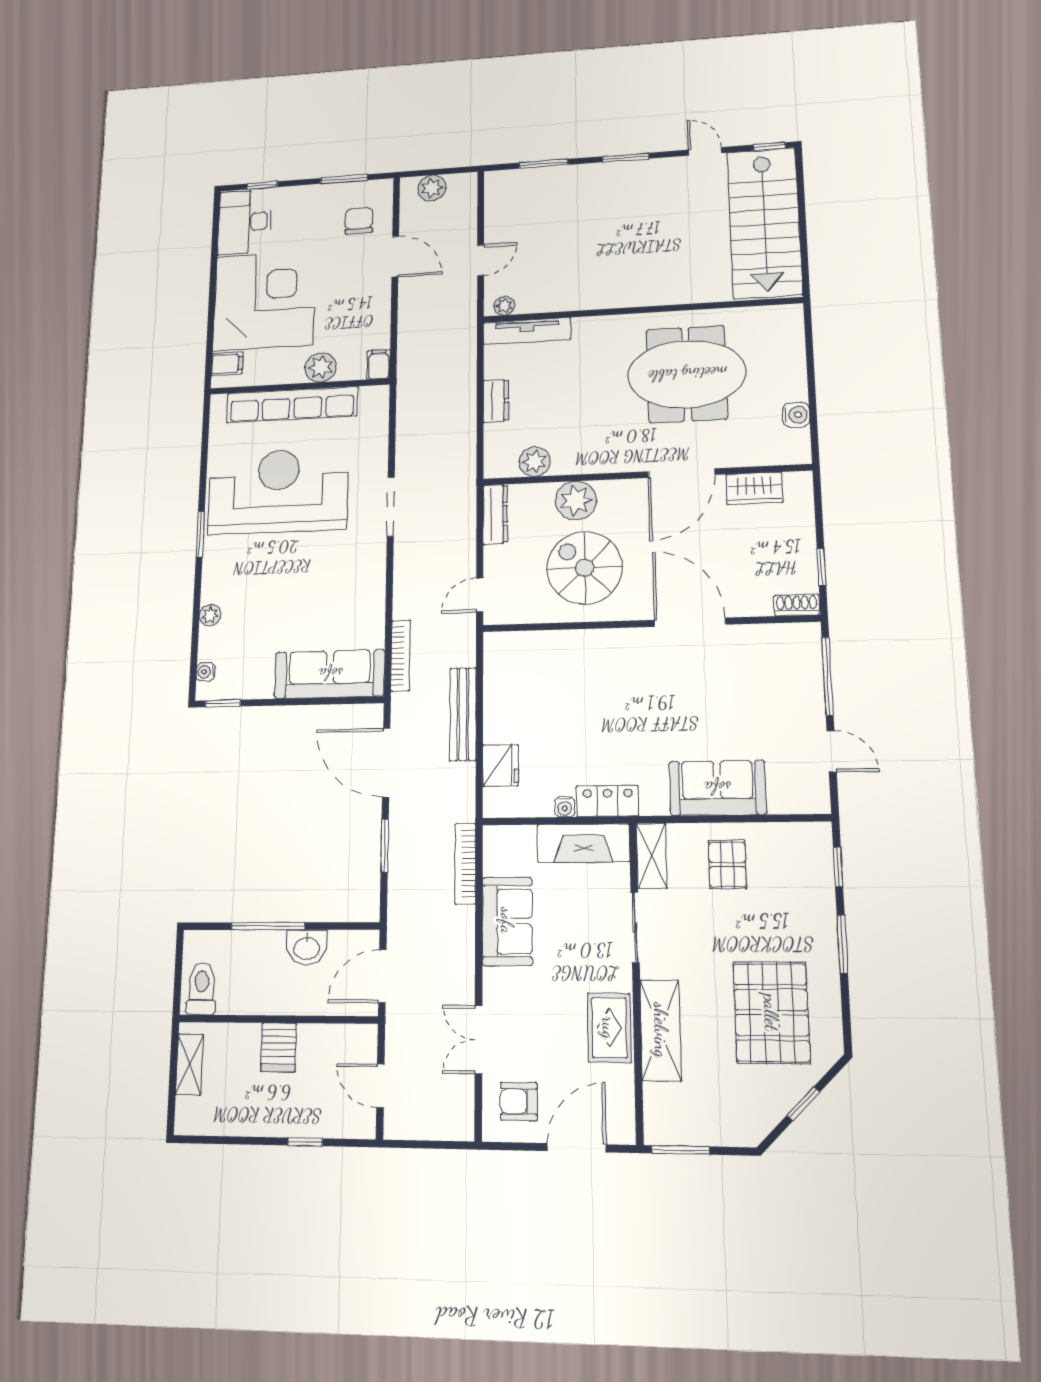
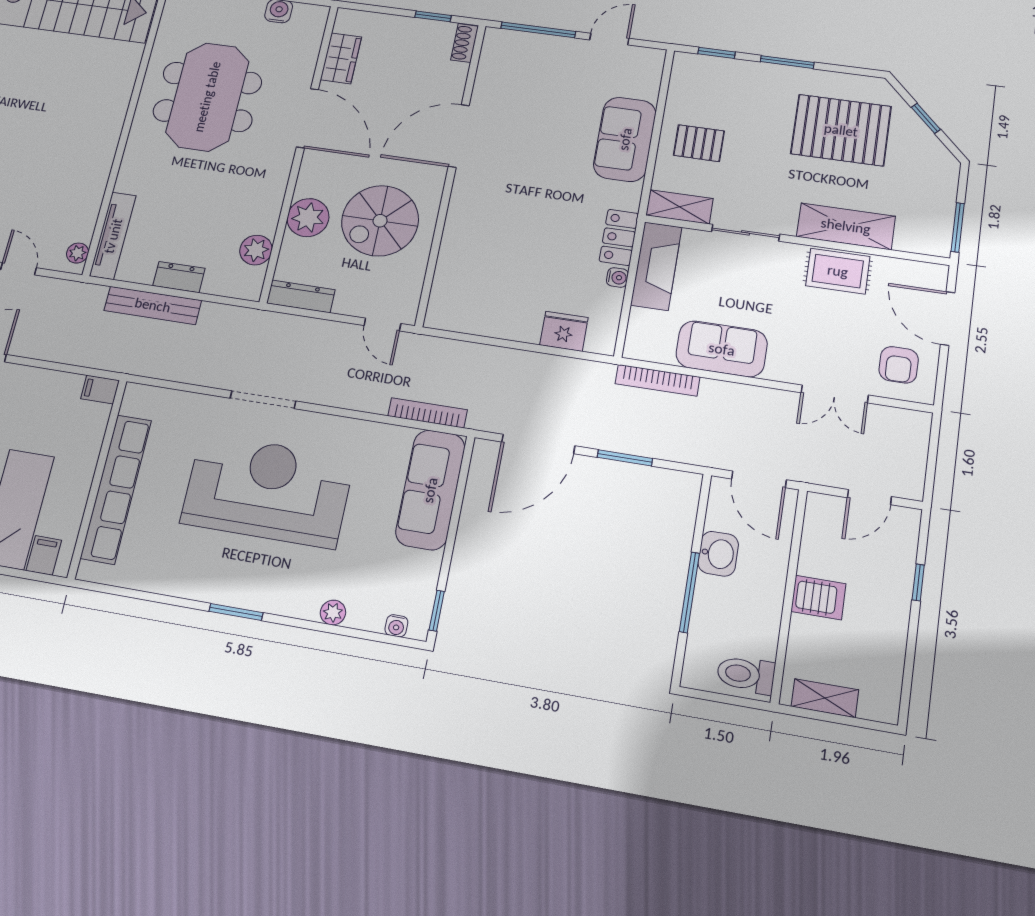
plant: (321, 367) -> (83, 452), removed
reception desk: (278, 491) -> (268, 490), moved, turned 90
bench: (463, 714) -> (153, 305), moved

